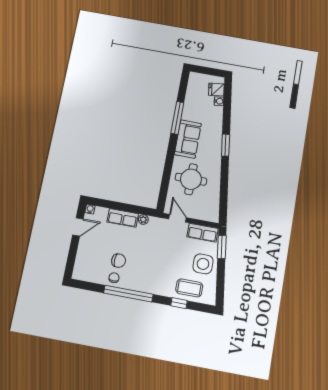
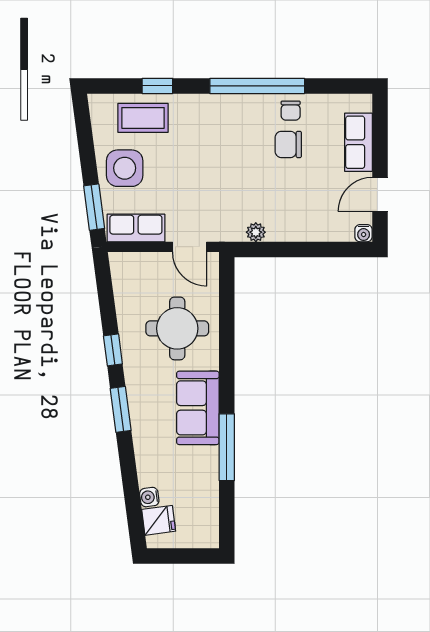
window: (224, 175) -> (113, 350), added
row of seats: (123, 218) -> (358, 142), moved, turned -90

